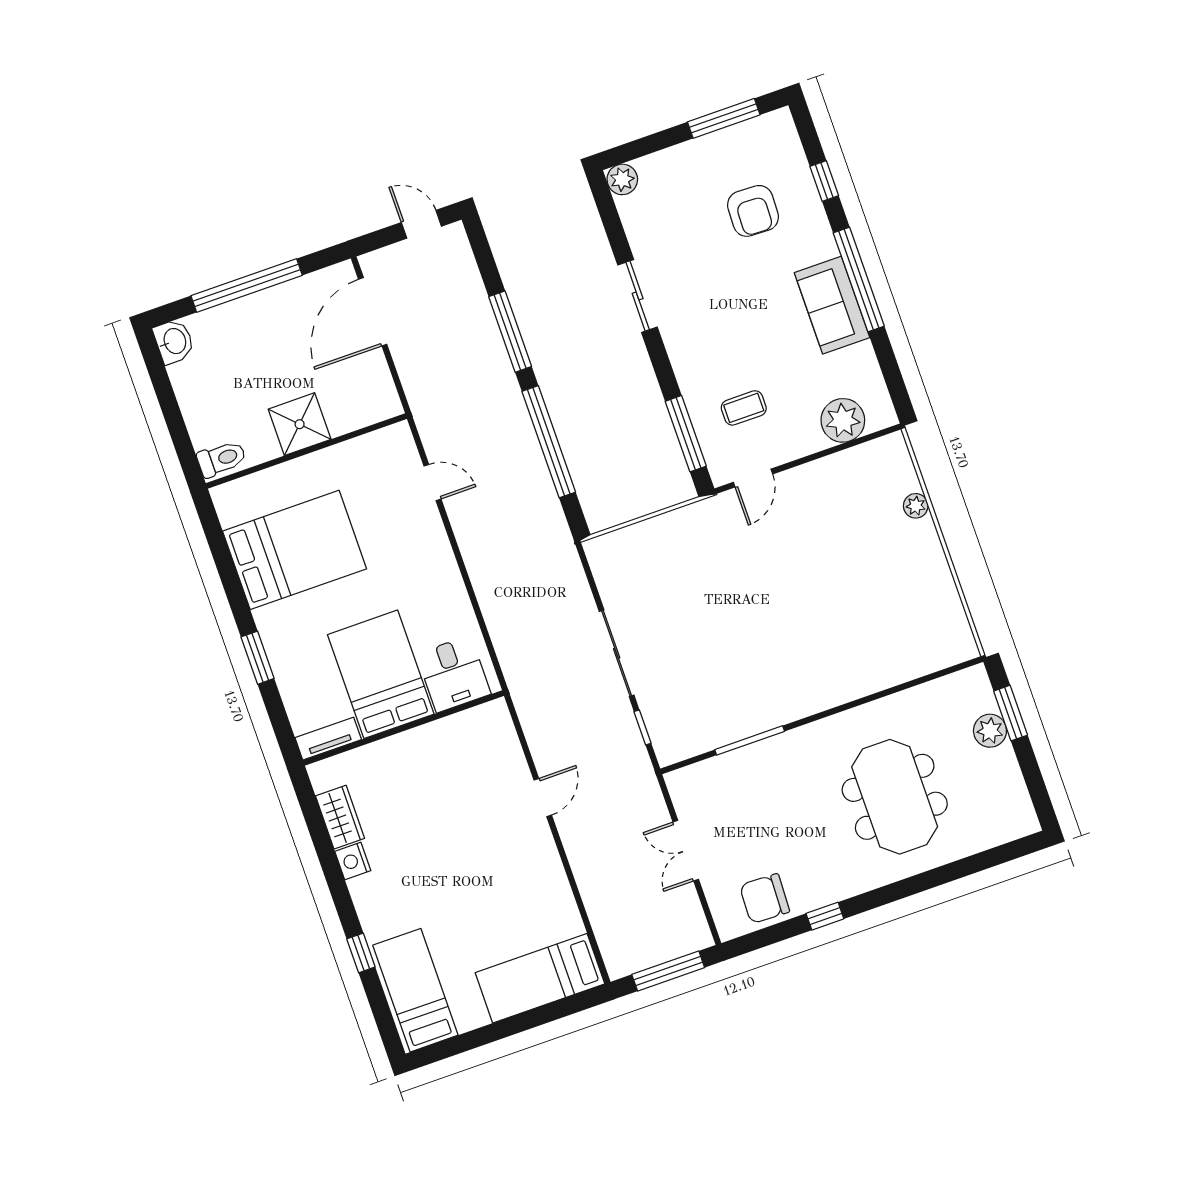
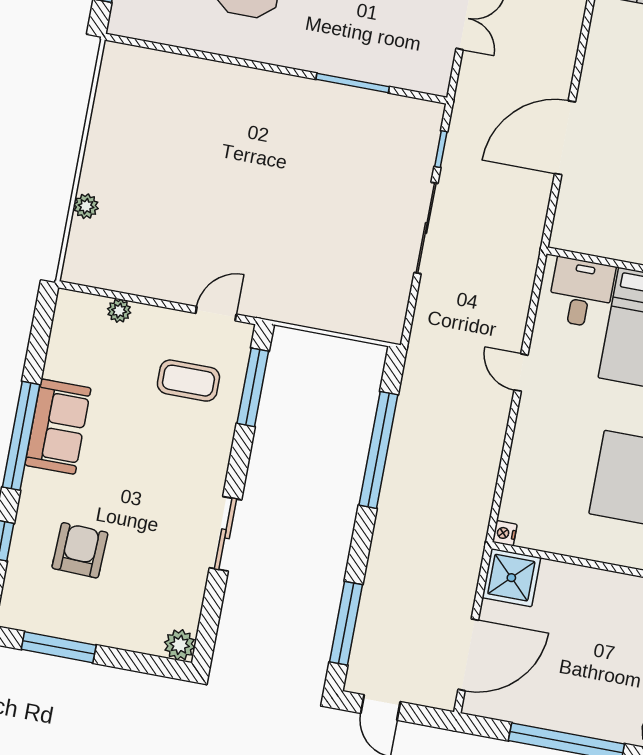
window: (510, 332) -> (346, 623), moved
coffee table: (744, 408) -> (188, 381), width x1.36, depth x1.30
plant: (843, 420) -> (119, 311), width x0.53, depth x0.53
shower: (300, 424) -> (511, 578), moved
nightstand: (401, 433) -> (505, 533), added
door: (432, 483) -> (521, 373), moved
door: (543, 798) -> (565, 138), width x1.87

